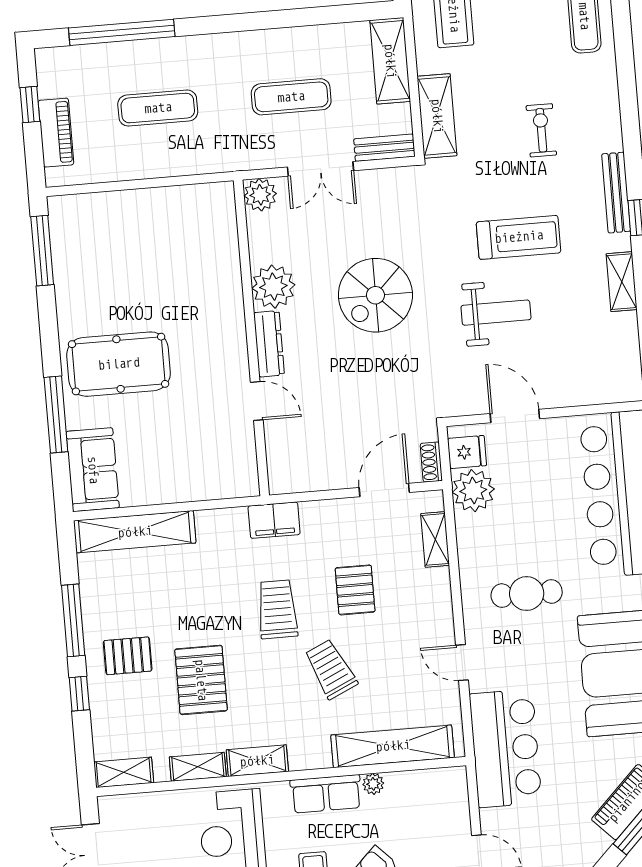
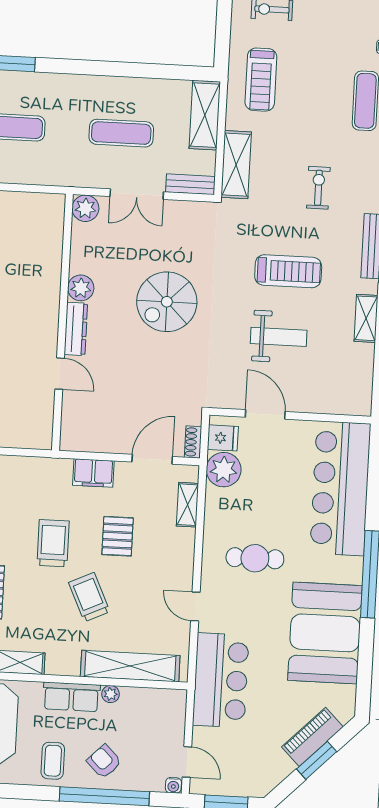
plant: (273, 287) -> (81, 288), width x0.73, depth x0.73
weight bench: (496, 313) -> (279, 337), moved
filing cabinet: (274, 520) -> (93, 473), moved

